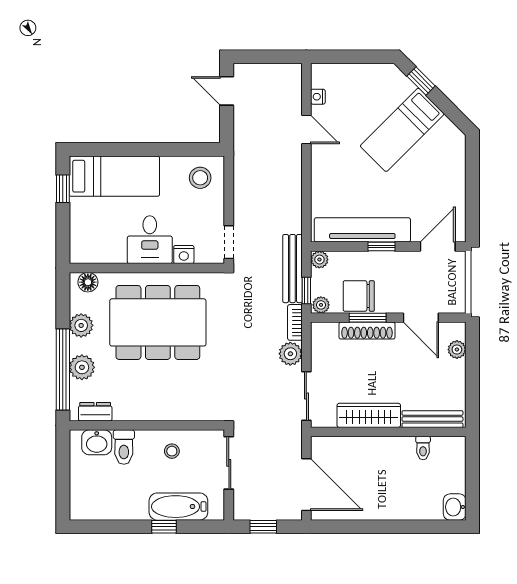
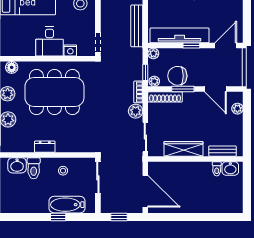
bench: (293, 269) -> (137, 26), moved
shoe rack: (367, 331) -> (165, 97), moved
dresser: (95, 412) -> (45, 147), moved
bench: (432, 419) -> (222, 151), width x0.73
washbasin: (455, 507) -> (230, 168), moved, turned -90

